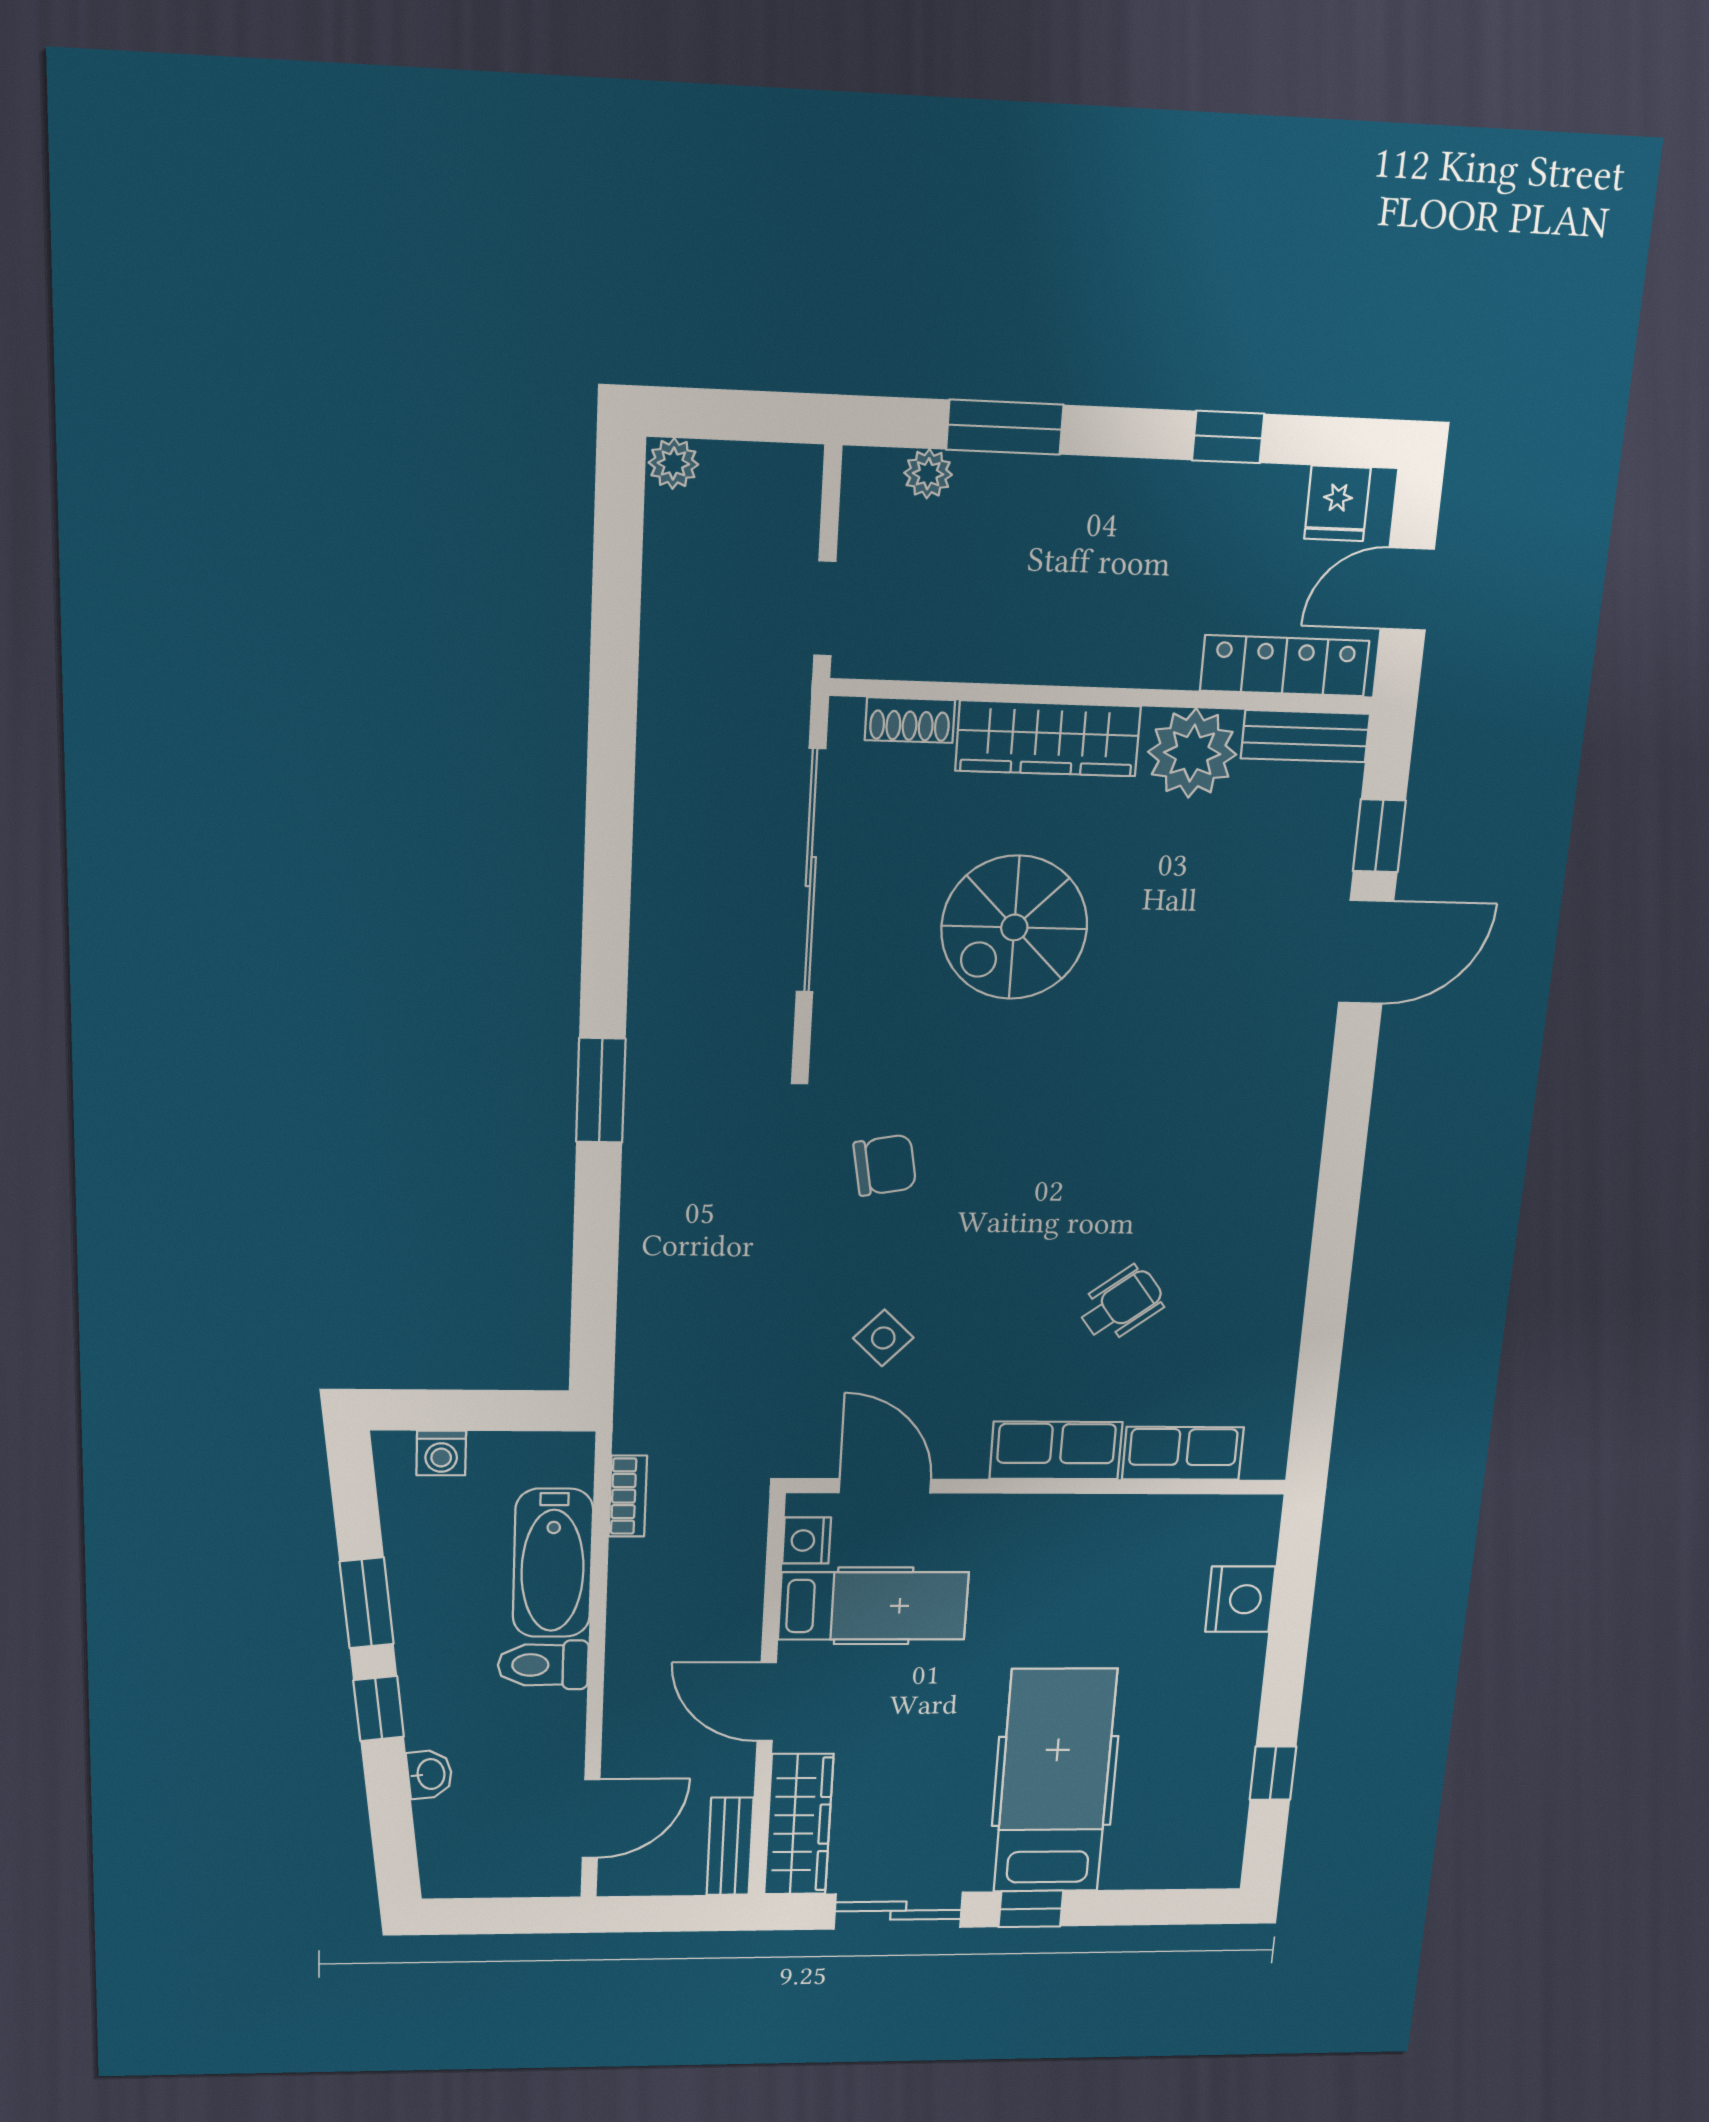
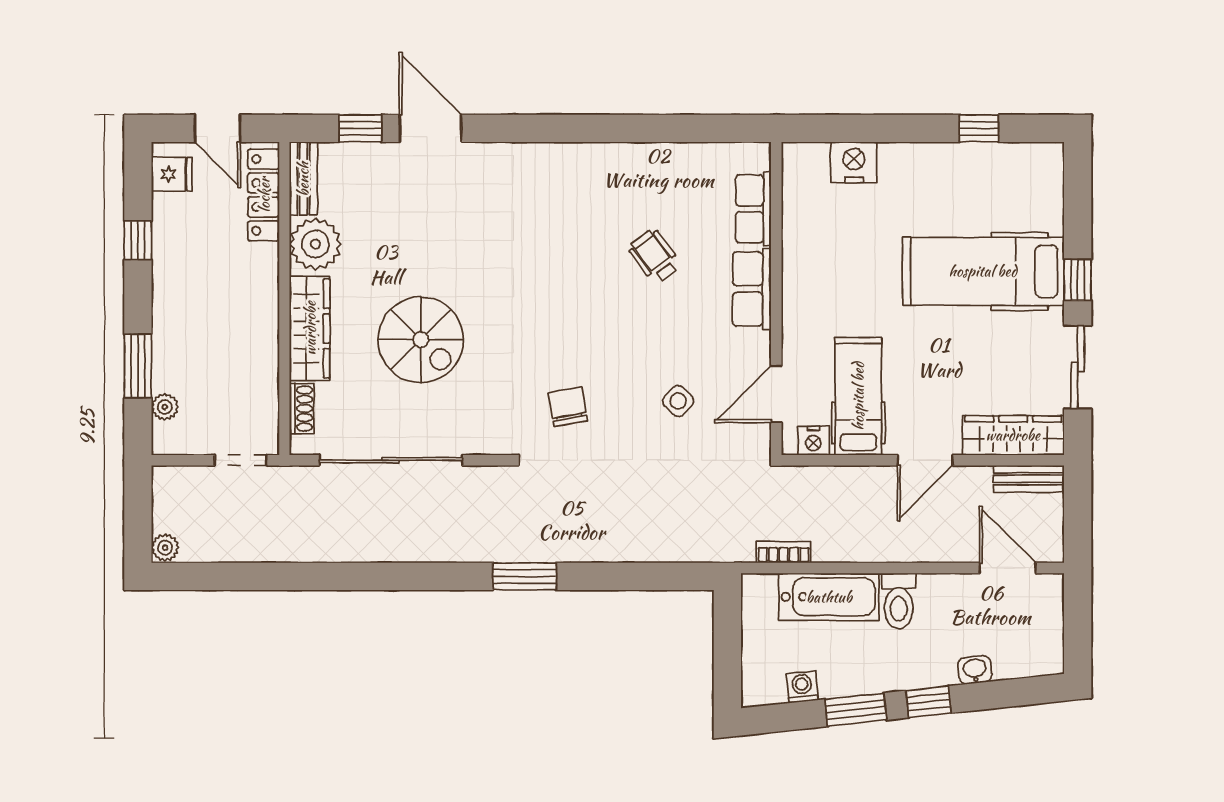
washing machine: (441, 1453) -> (802, 687), moved, turned -96

